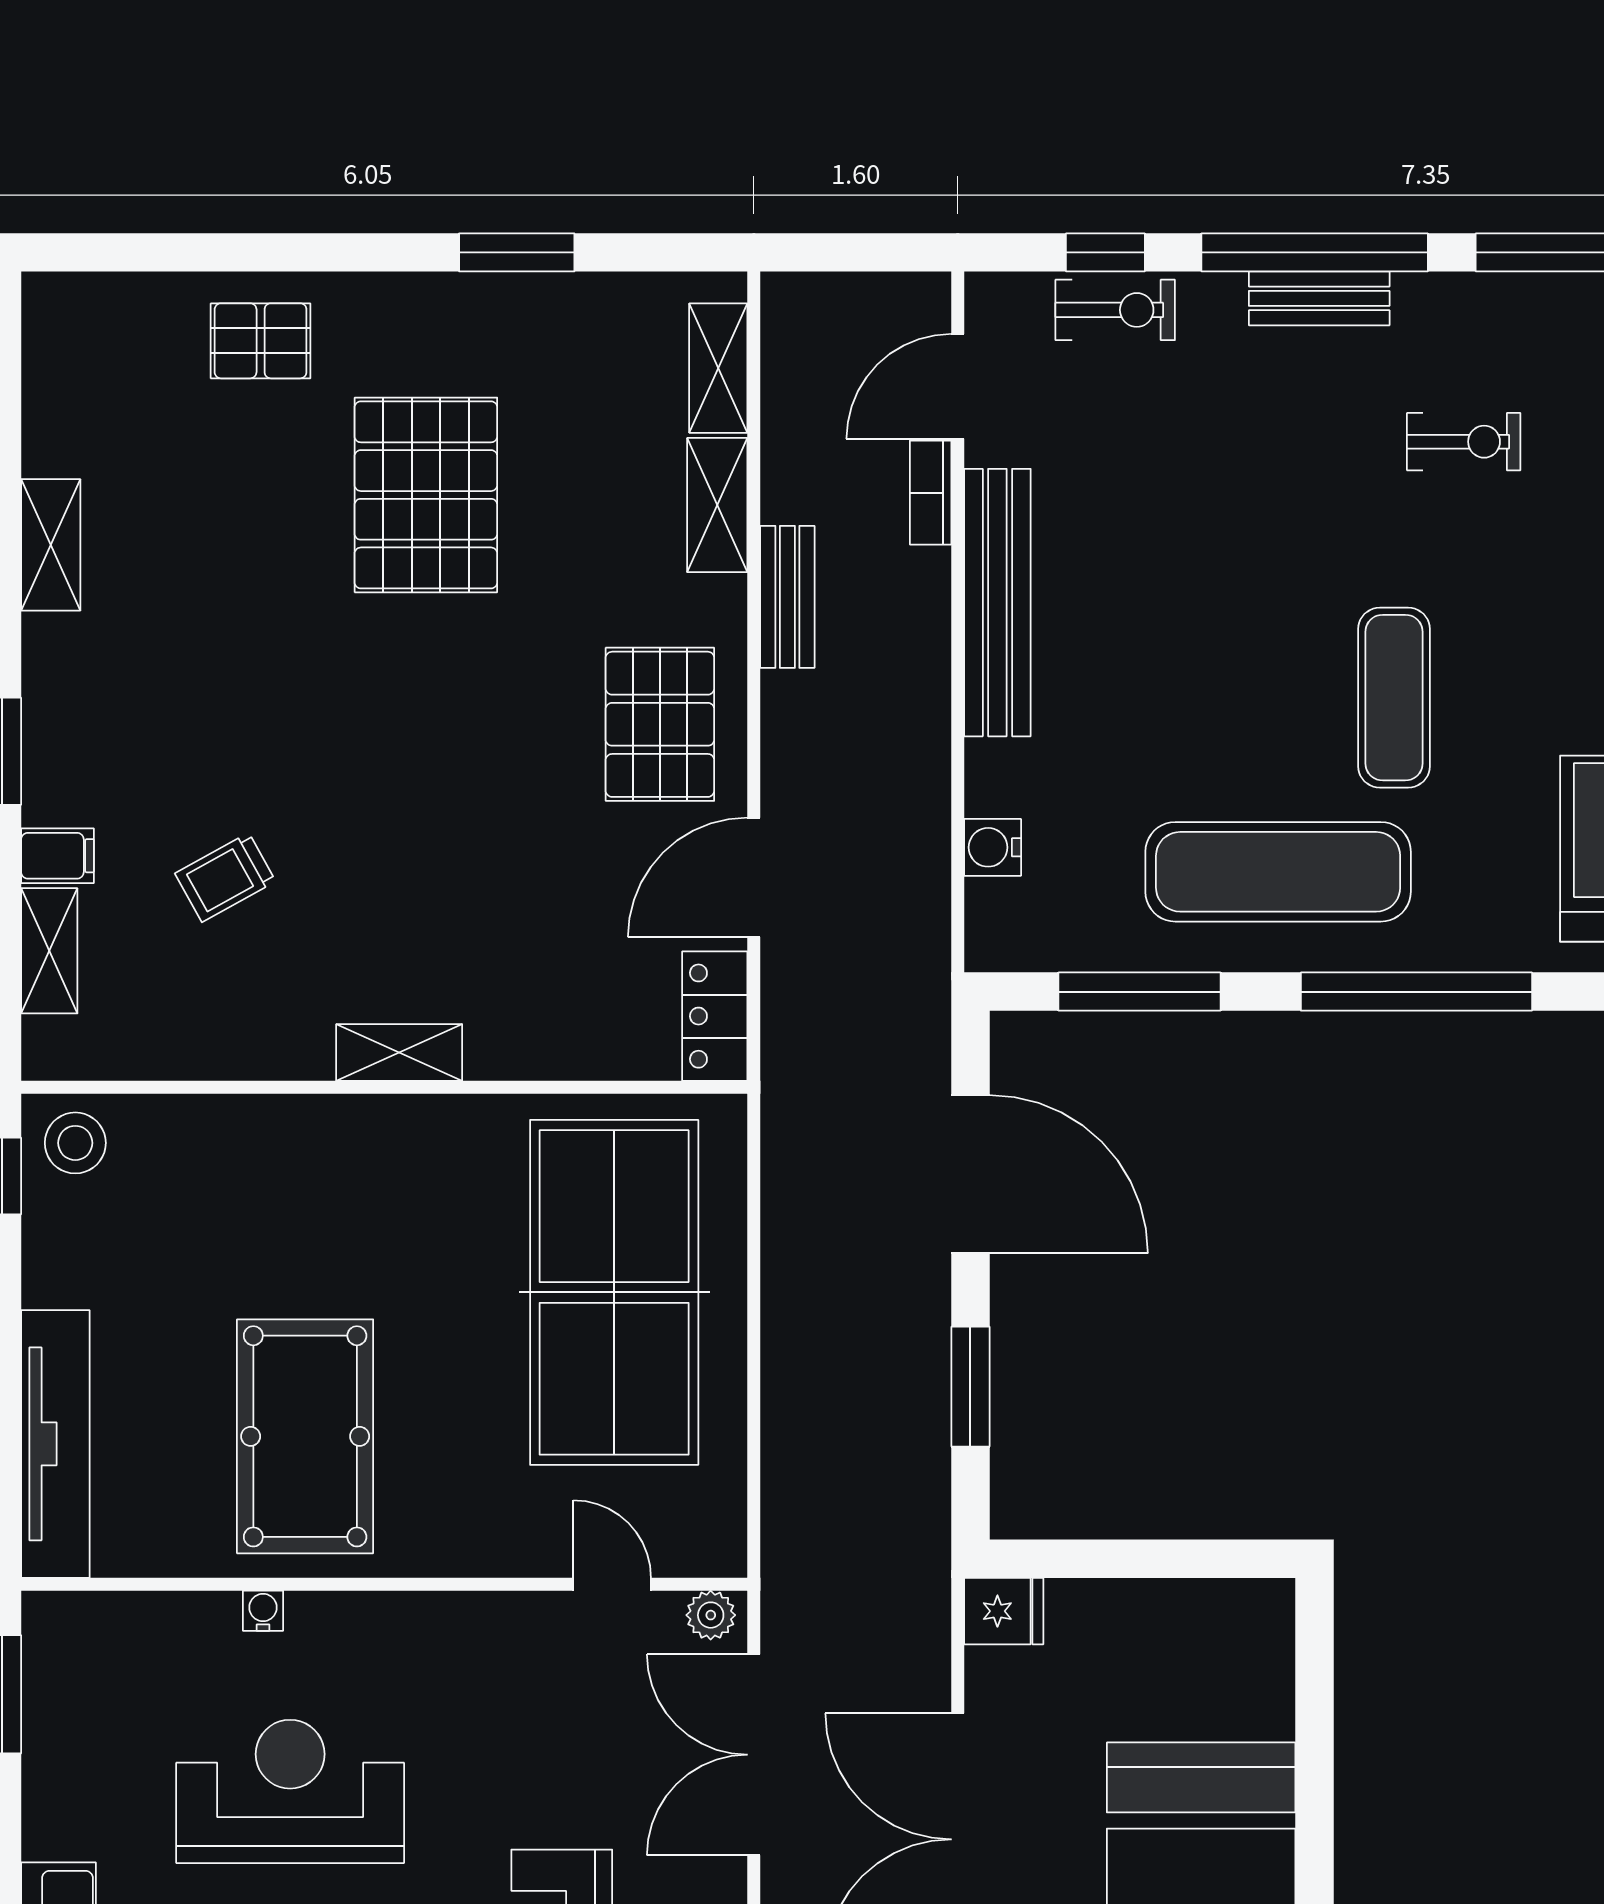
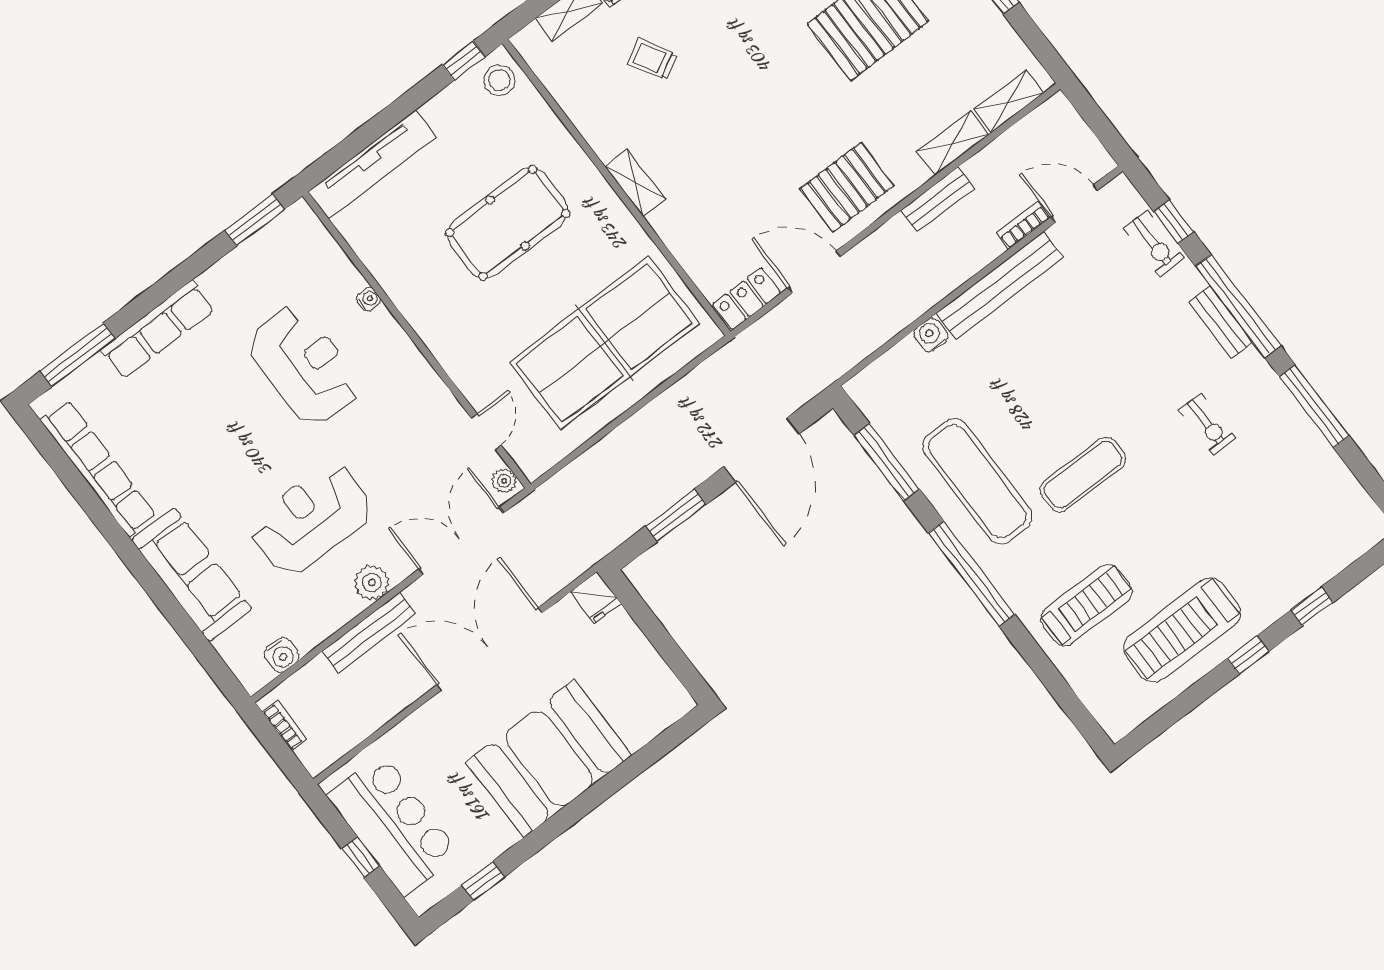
water cooler: (993, 847) -> (931, 335), moved
pool table: (305, 1436) -> (508, 223), moved

